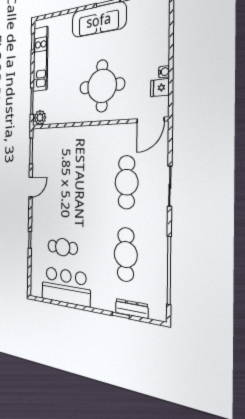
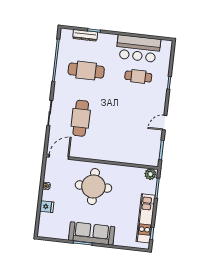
fridge: (160, 88) -> (47, 207), moved
cafe table: (126, 255) -> (86, 71), turned 90

